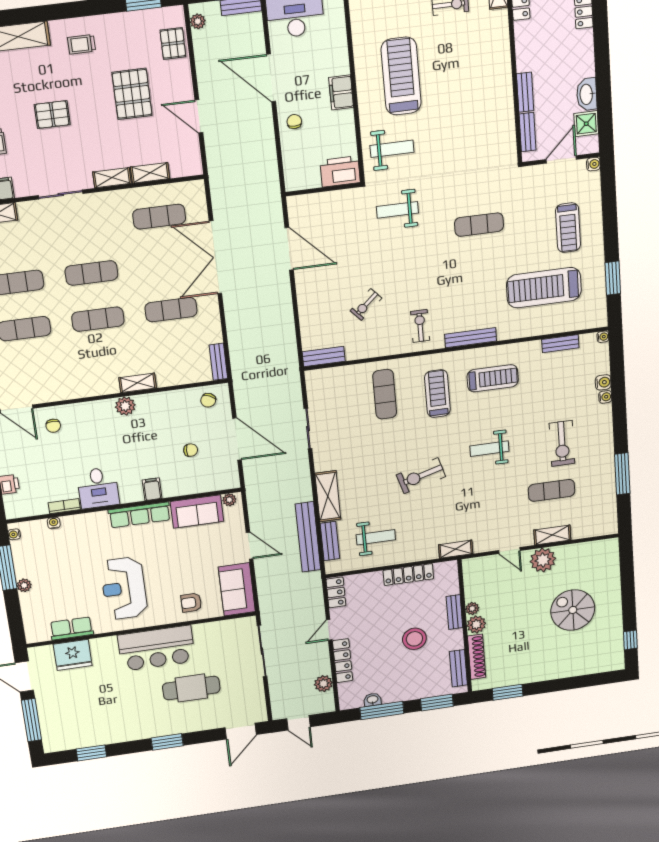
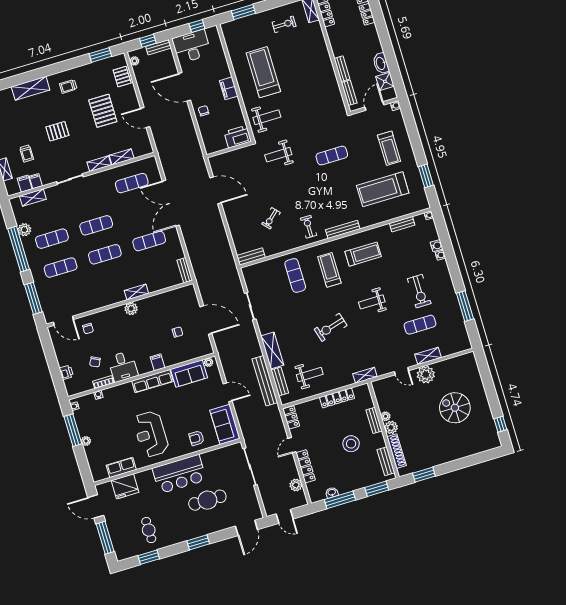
chair: (208, 400) -> (95, 362), moved
cafe table: (98, 717) -> (149, 530), added

